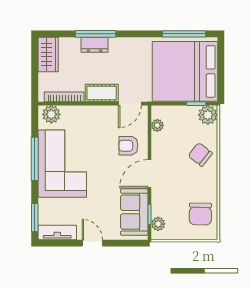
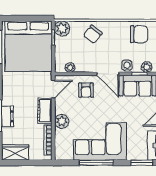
door: (130, 104) -> (53, 89), hinge flipped
plant: (51, 114) -> (62, 121), moved
side table: (160, 198) -> (127, 65), added

